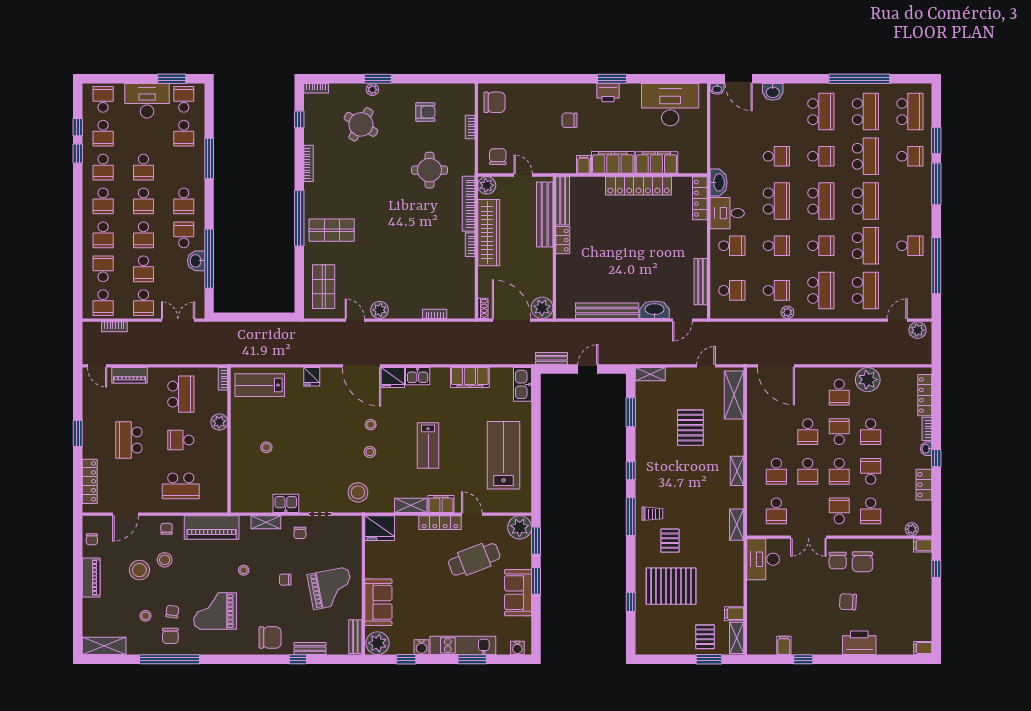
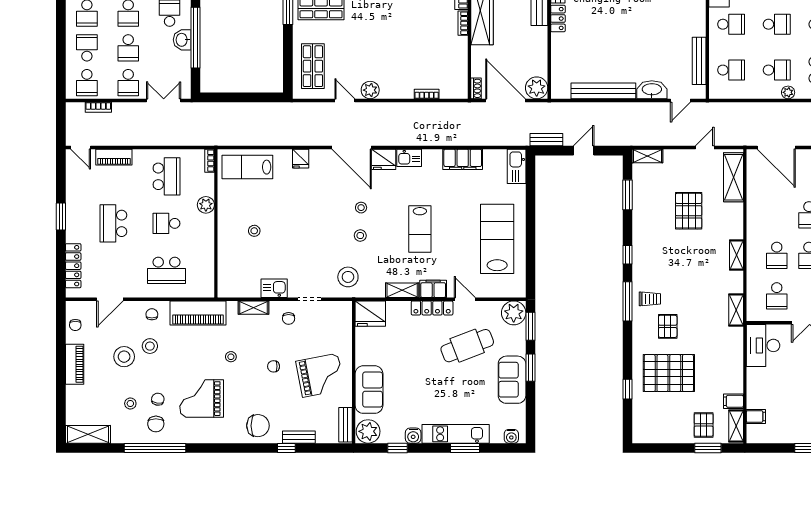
filing cabinet: (784, 645) -> (756, 416), moved, turned 90

